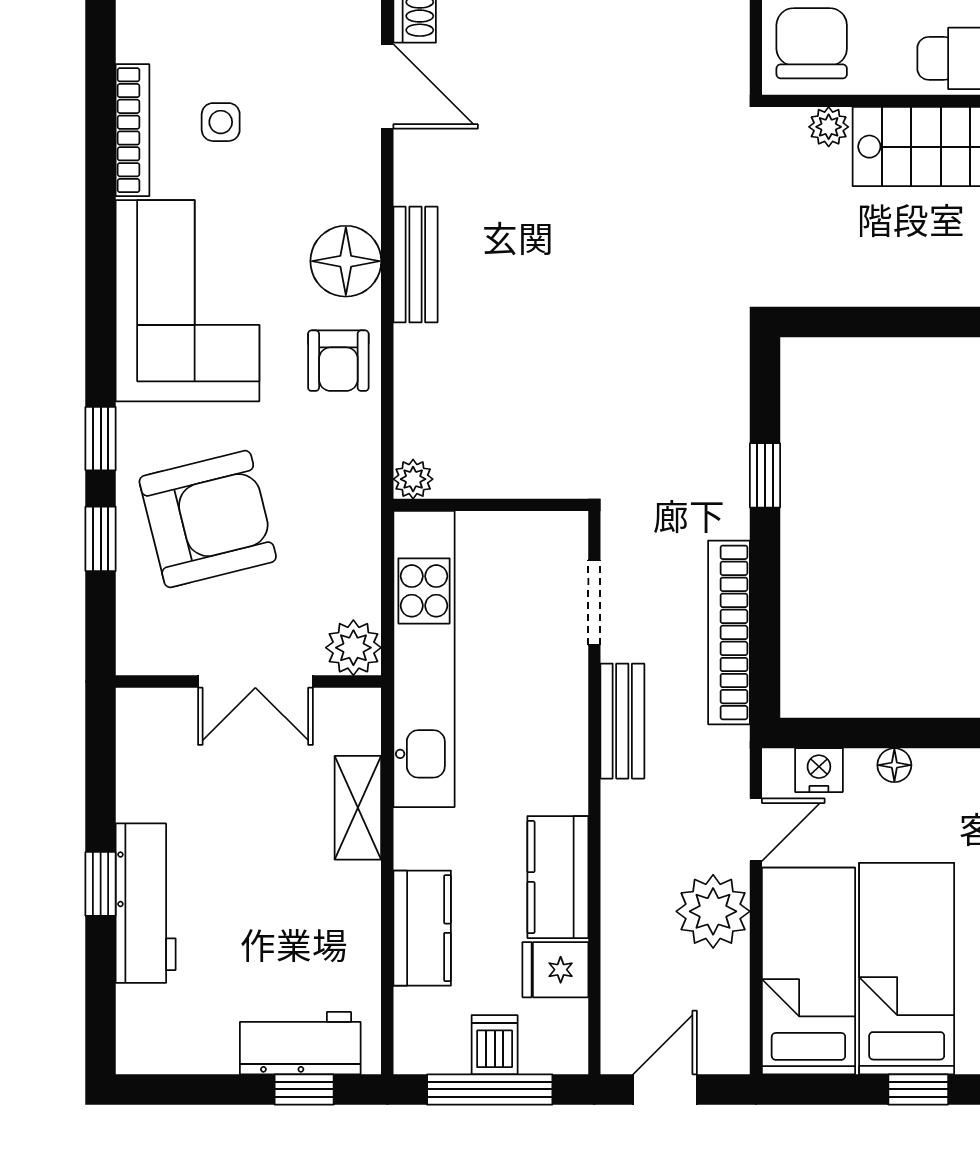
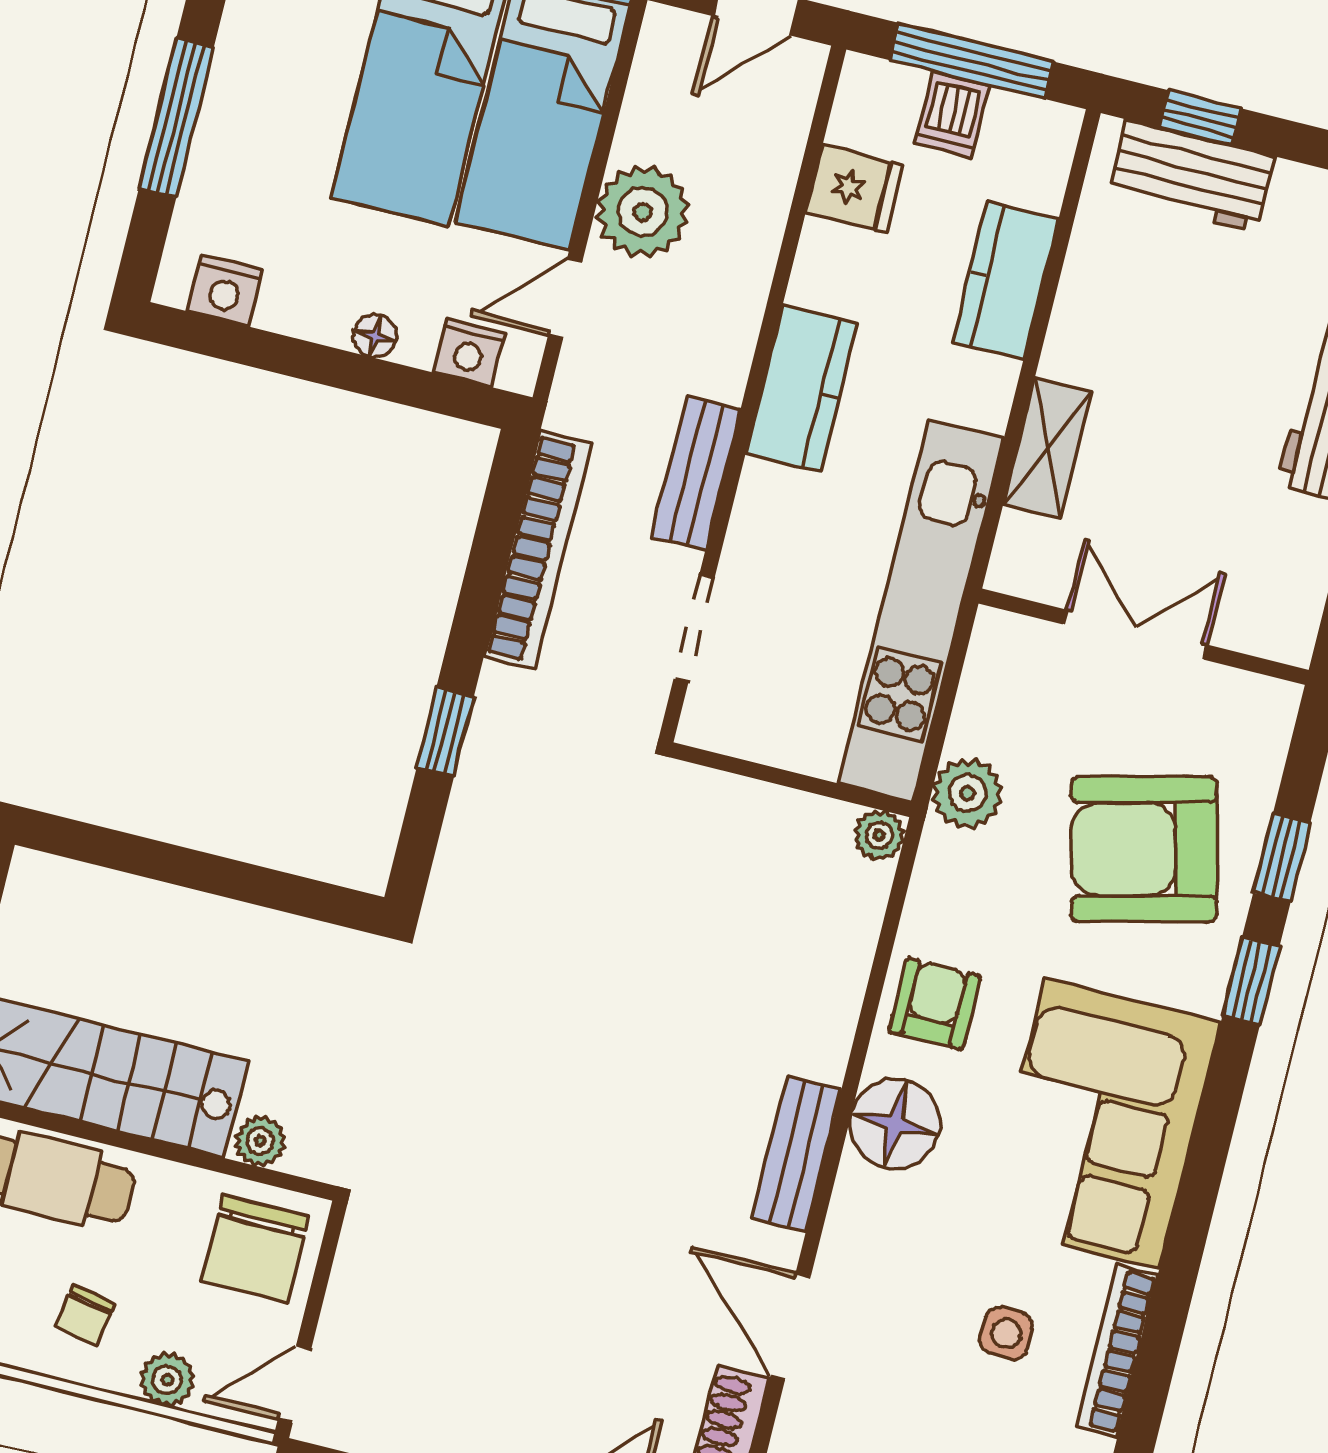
bench: (415, 265) -> (797, 1154), moved
plant: (353, 648) -> (967, 793), moved
kitchen counter: (558, 877) -> (802, 388), moved

